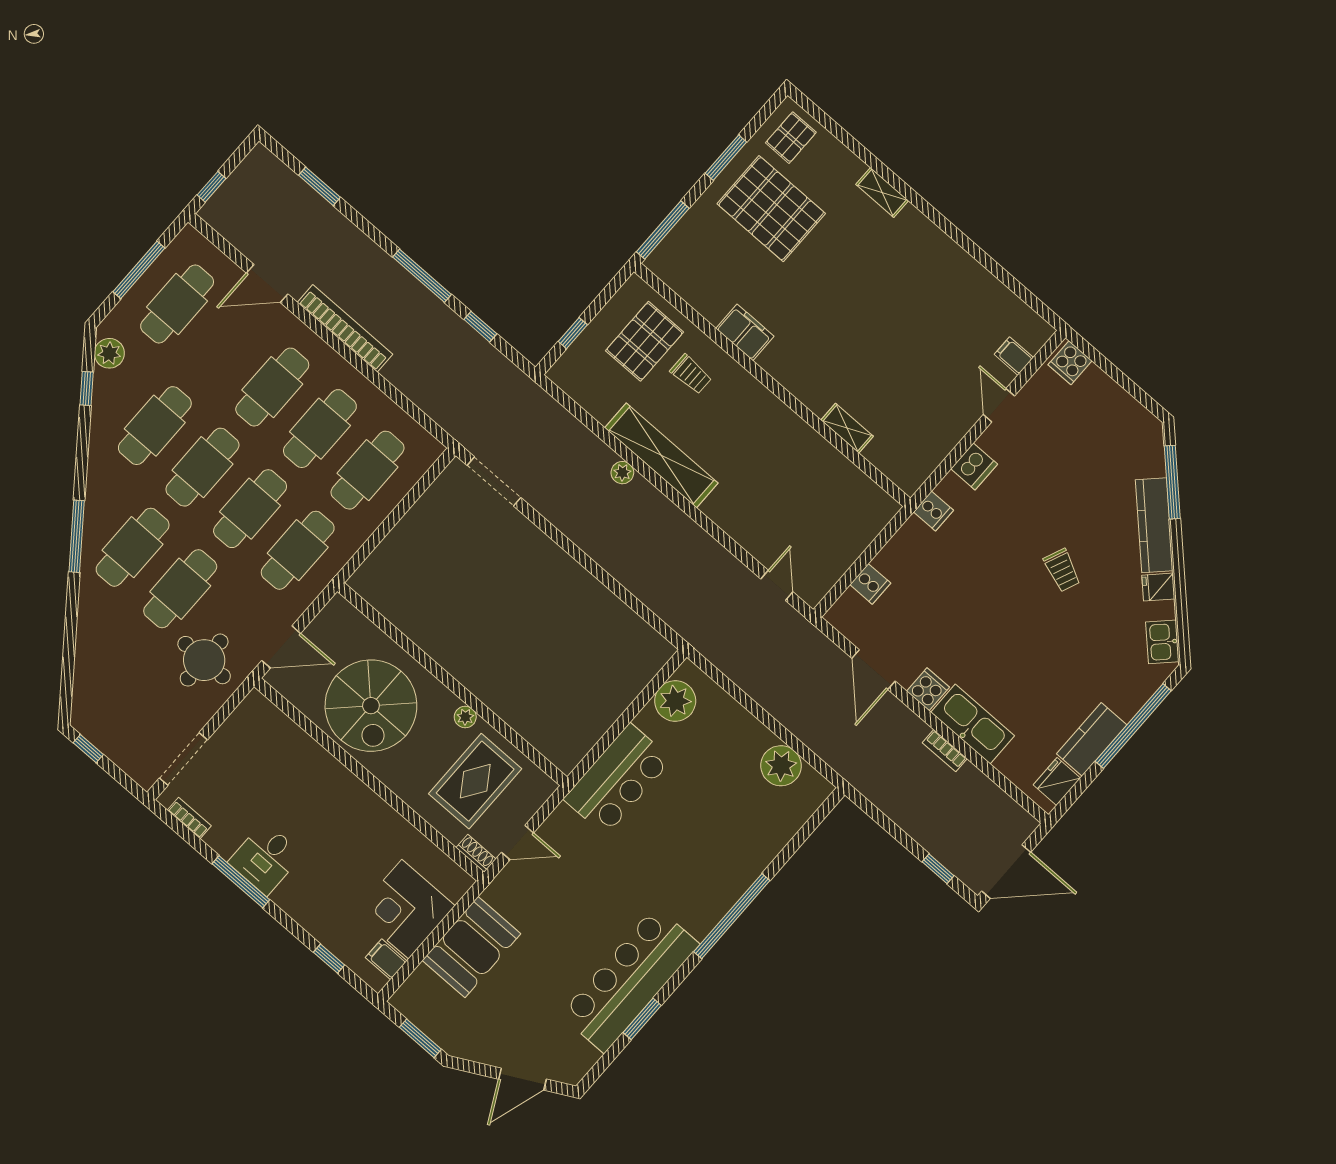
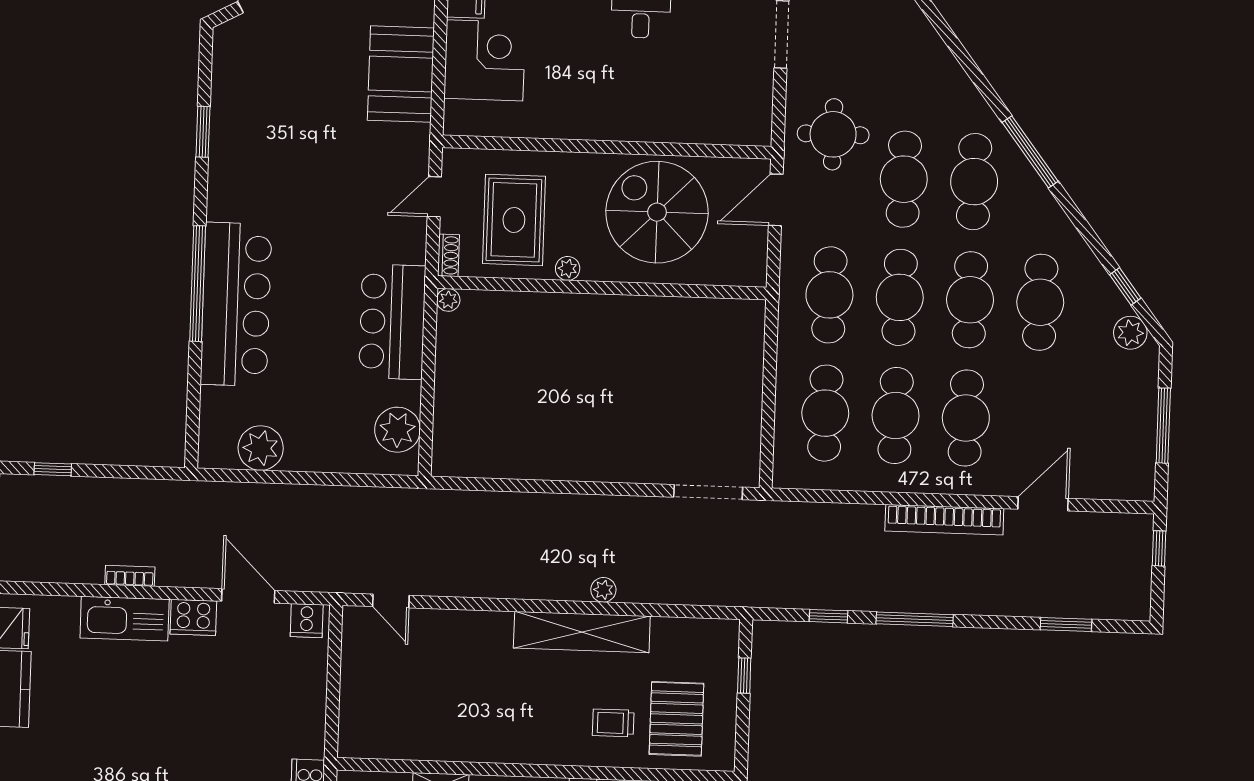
cafe table: (177, 304) -> (1106, 423), removed
cooker: (870, 584) -> (307, 621), moved, turned -90
cooker: (928, 689) -> (193, 617), width x1.36
plant: (566, 763) -> (448, 300), added
shoe rack: (476, 853) -> (448, 255), moved, turned -90
bar counter: (630, 980) -> (236, 304), moved

